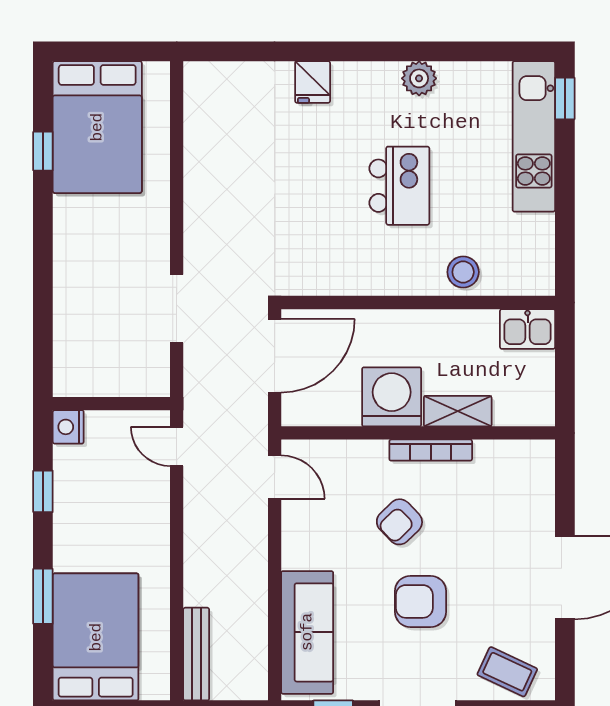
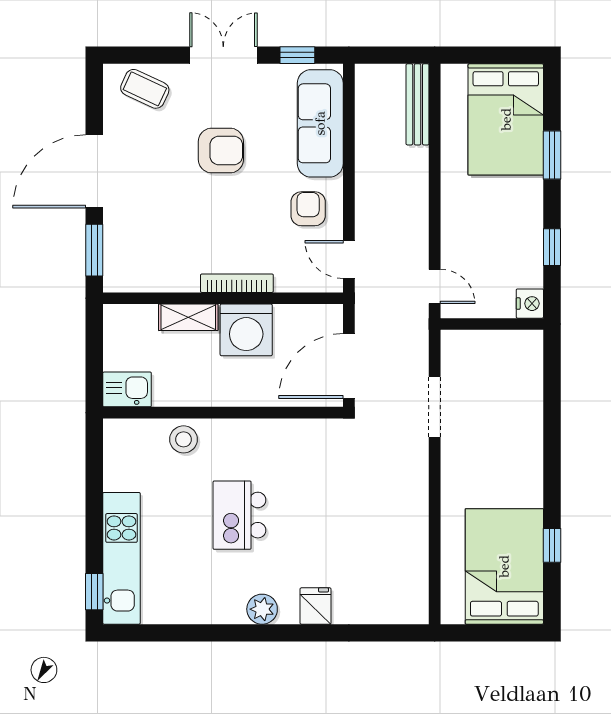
plant: (419, 78) -> (262, 609), moved
bookcase: (431, 450) -> (237, 283), moved
window: (565, 488) -> (94, 250), added
armchair: (399, 522) -> (308, 209), moved, turned -46

